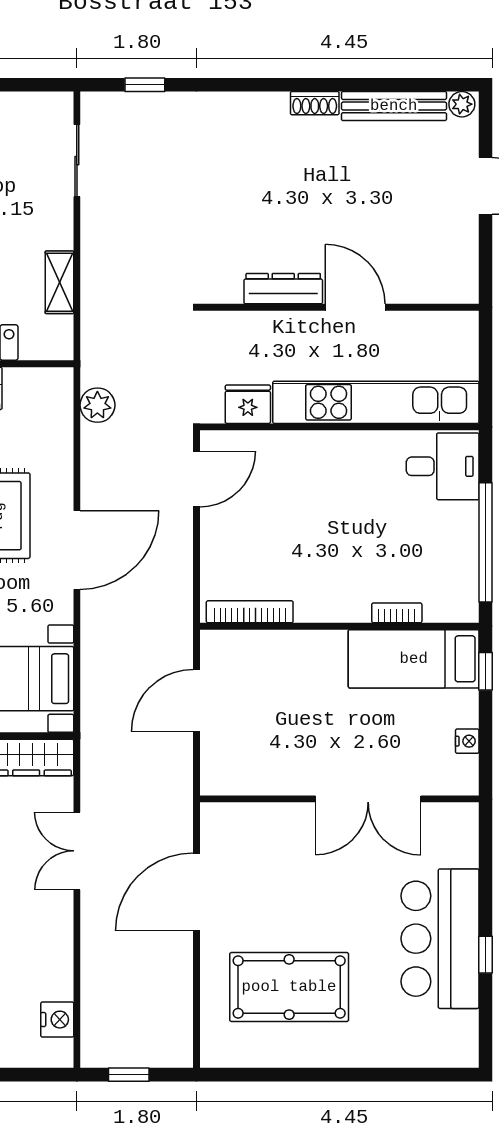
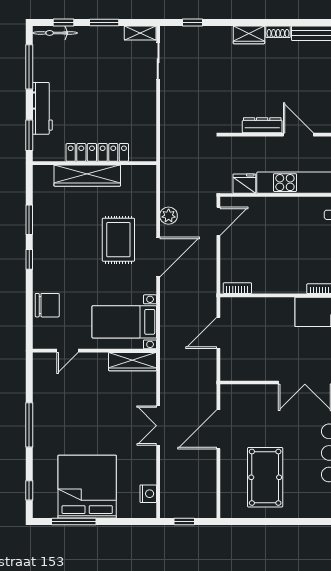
wardrobe: (257, 109) -> (249, 35), added
shelving: (59, 282) -> (140, 33), moved, turned 90
plant: (97, 405) -> (169, 216), moved
bookcase: (250, 612) -> (237, 288), width x0.64
double door: (77, 851) -> (158, 426), moved
pool table: (289, 987) -> (265, 477), turned 90

